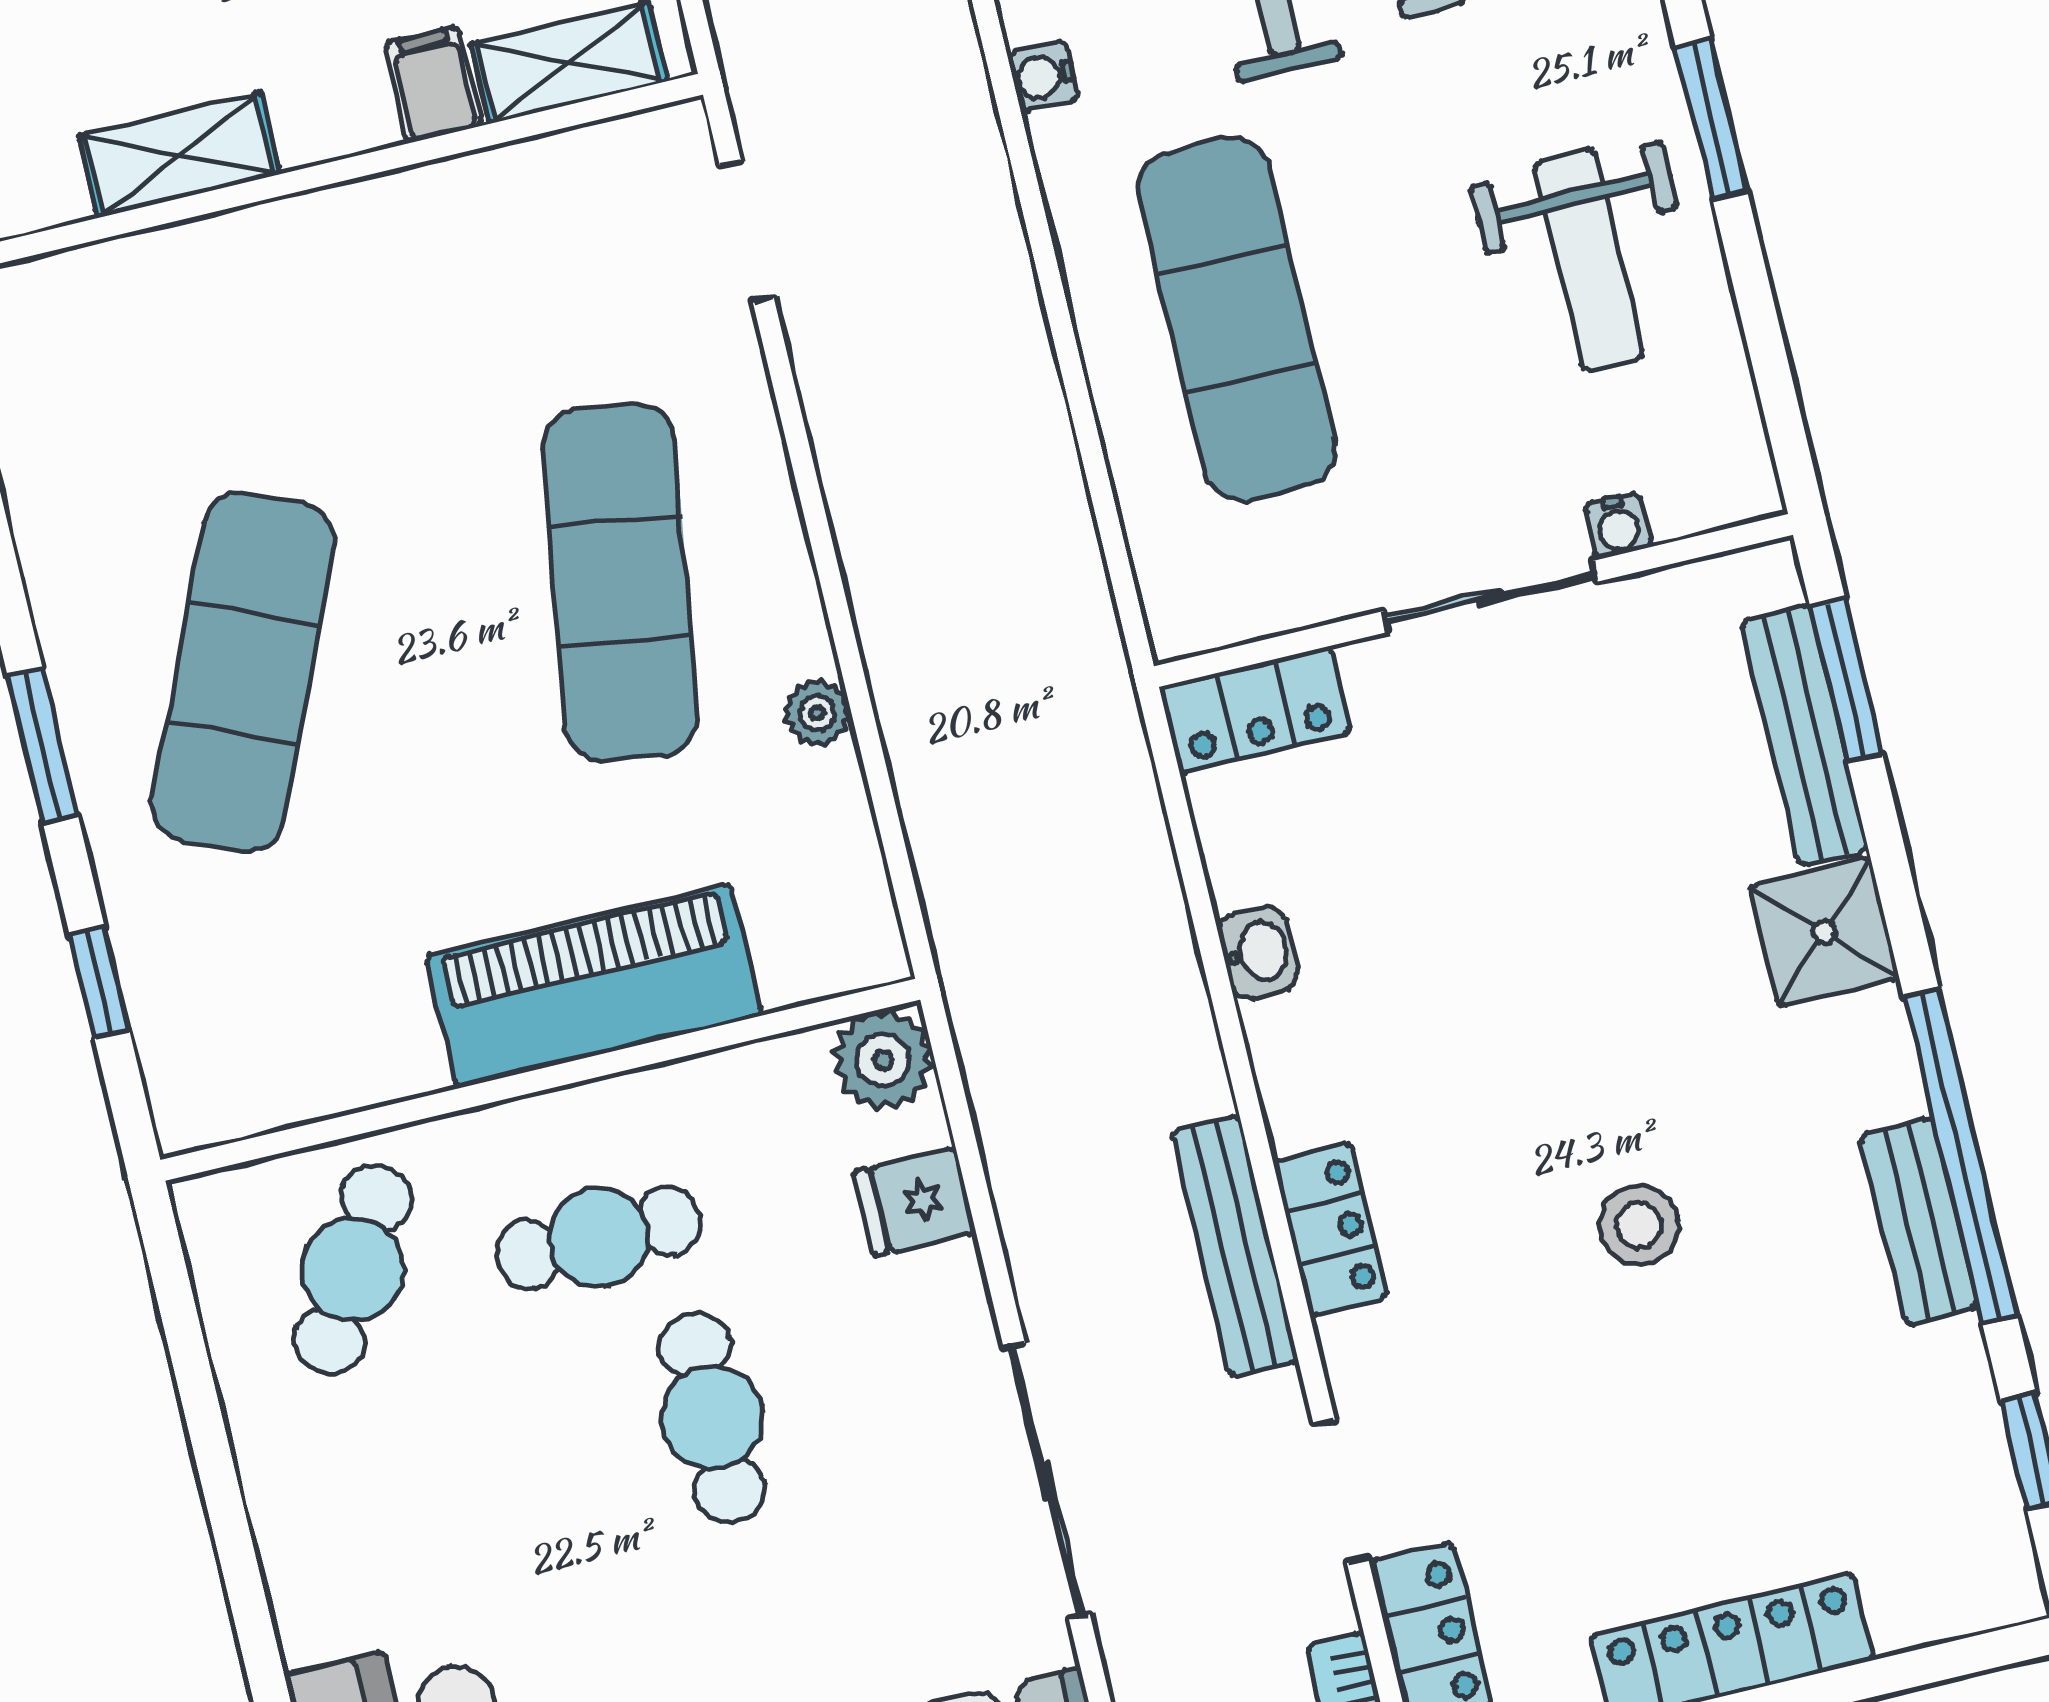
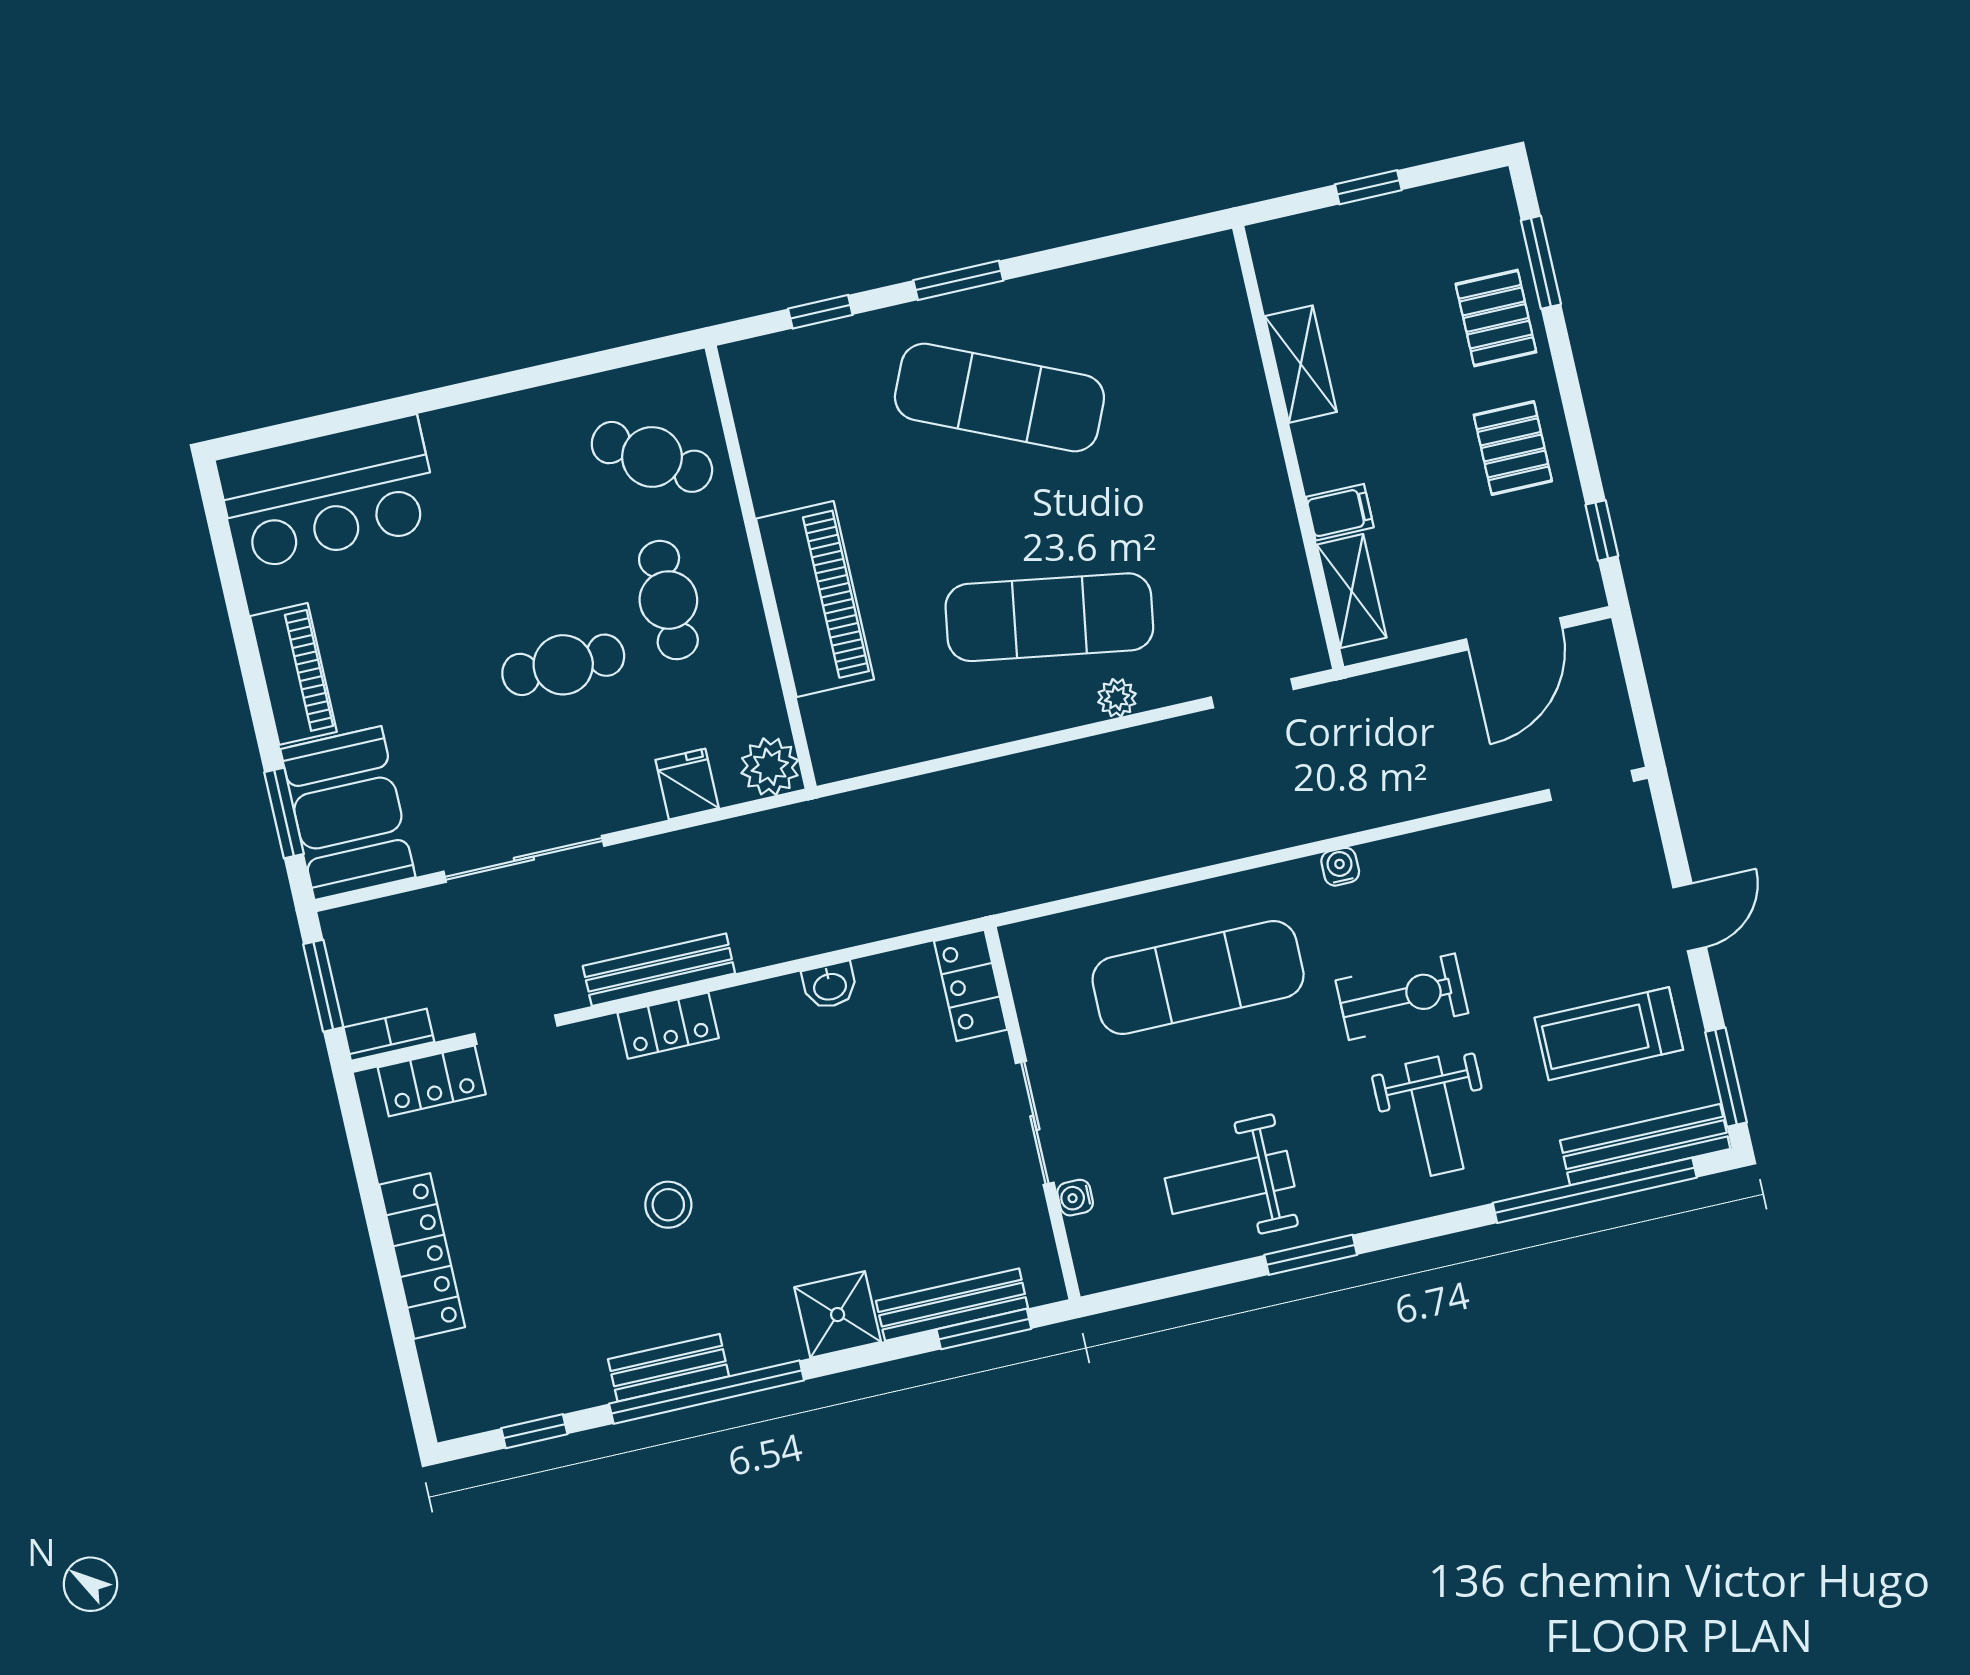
plant: (817, 713) -> (1117, 698), moved

